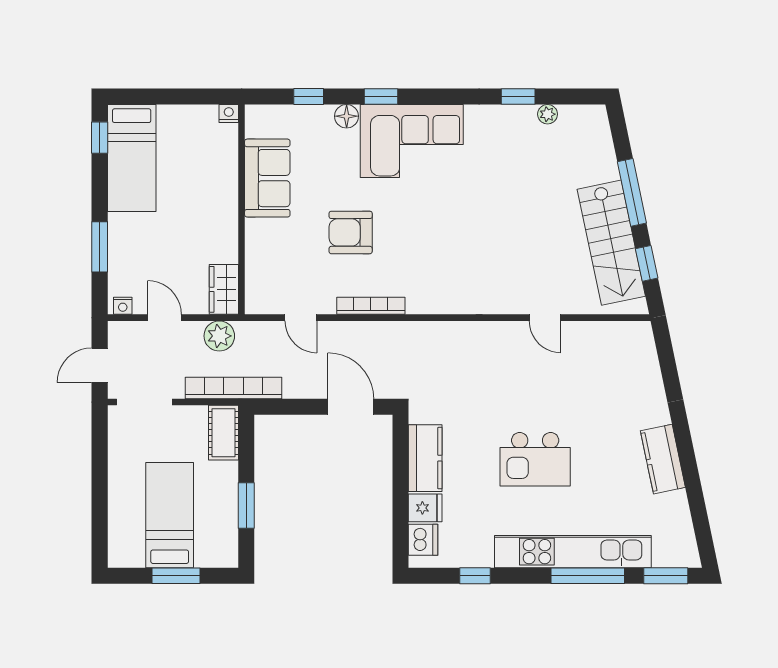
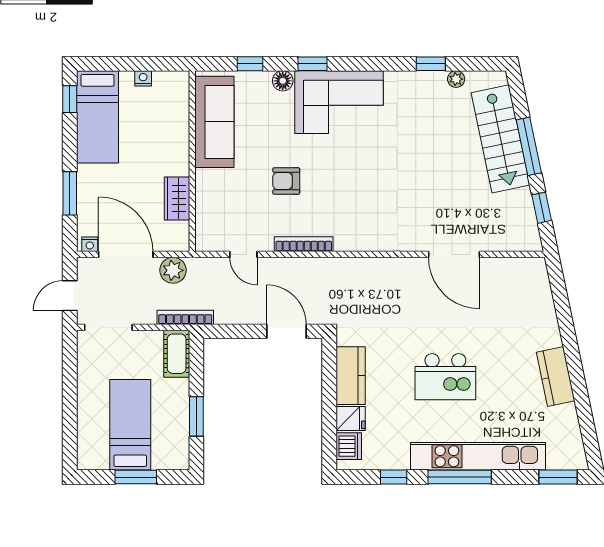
nightstand: (229, 113) -> (143, 78), moved
sofa: (267, 178) -> (214, 122), width x1.36
armchair: (351, 232) -> (286, 181), width x0.72, depth x0.72
stairs: (611, 243) -> (501, 139), moved
wardrobe: (224, 289) -> (177, 198), moved
door: (165, 318) -> (126, 254), width x1.88
door: (545, 318) -> (454, 254), width x1.88
bookcase: (233, 388) -> (185, 317), width x0.68, depth x0.76
window: (588, 576) -> (460, 477), moved

